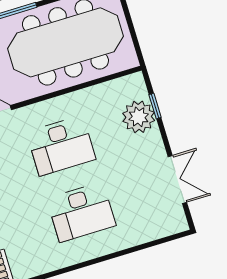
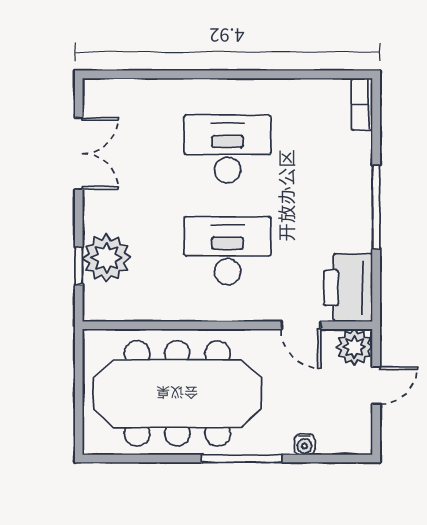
double door: (177, 179) -> (79, 154), swing flipped

